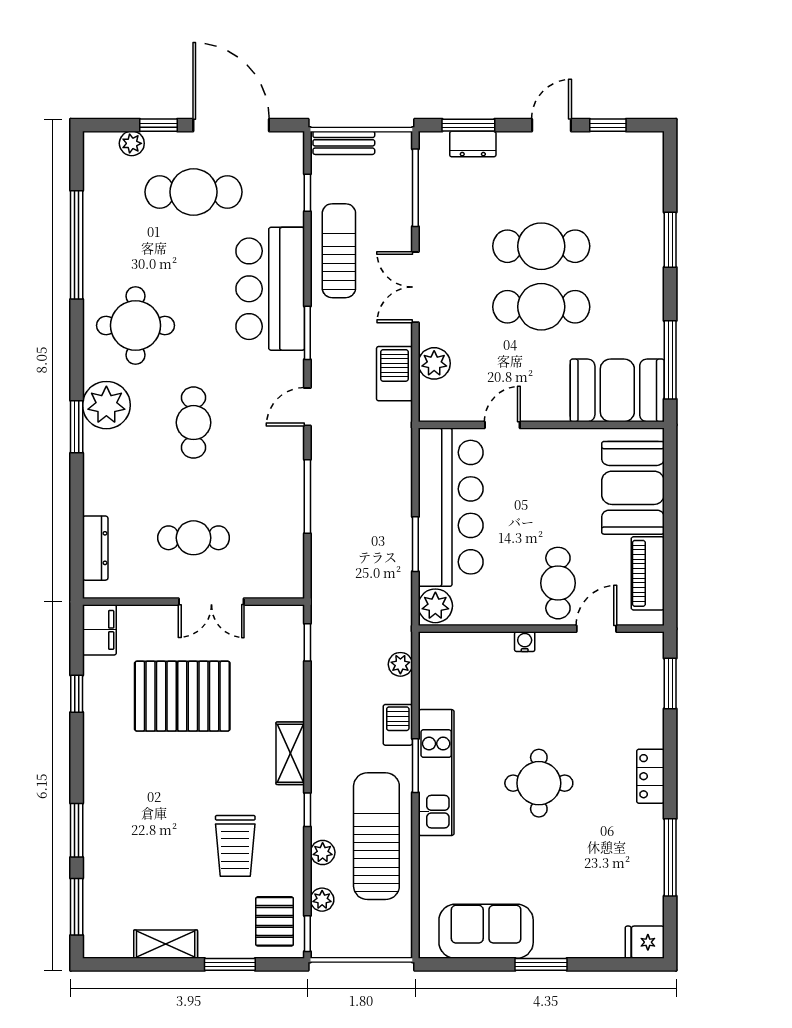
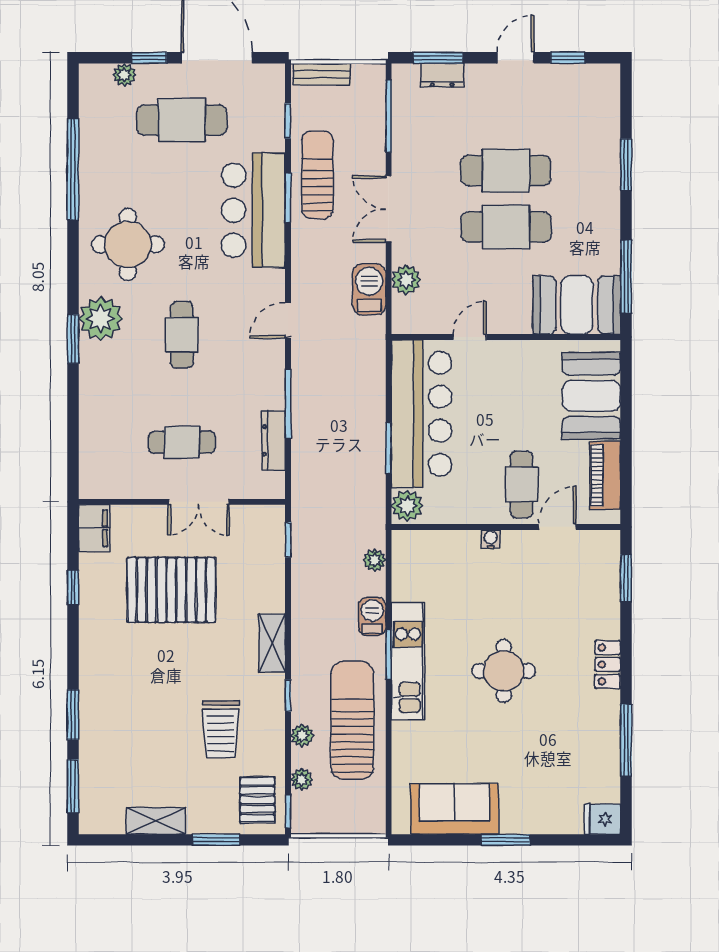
window: (307, 333) -> (288, 198), moved
dresser: (95, 548) -> (273, 440), moved, turned 180

